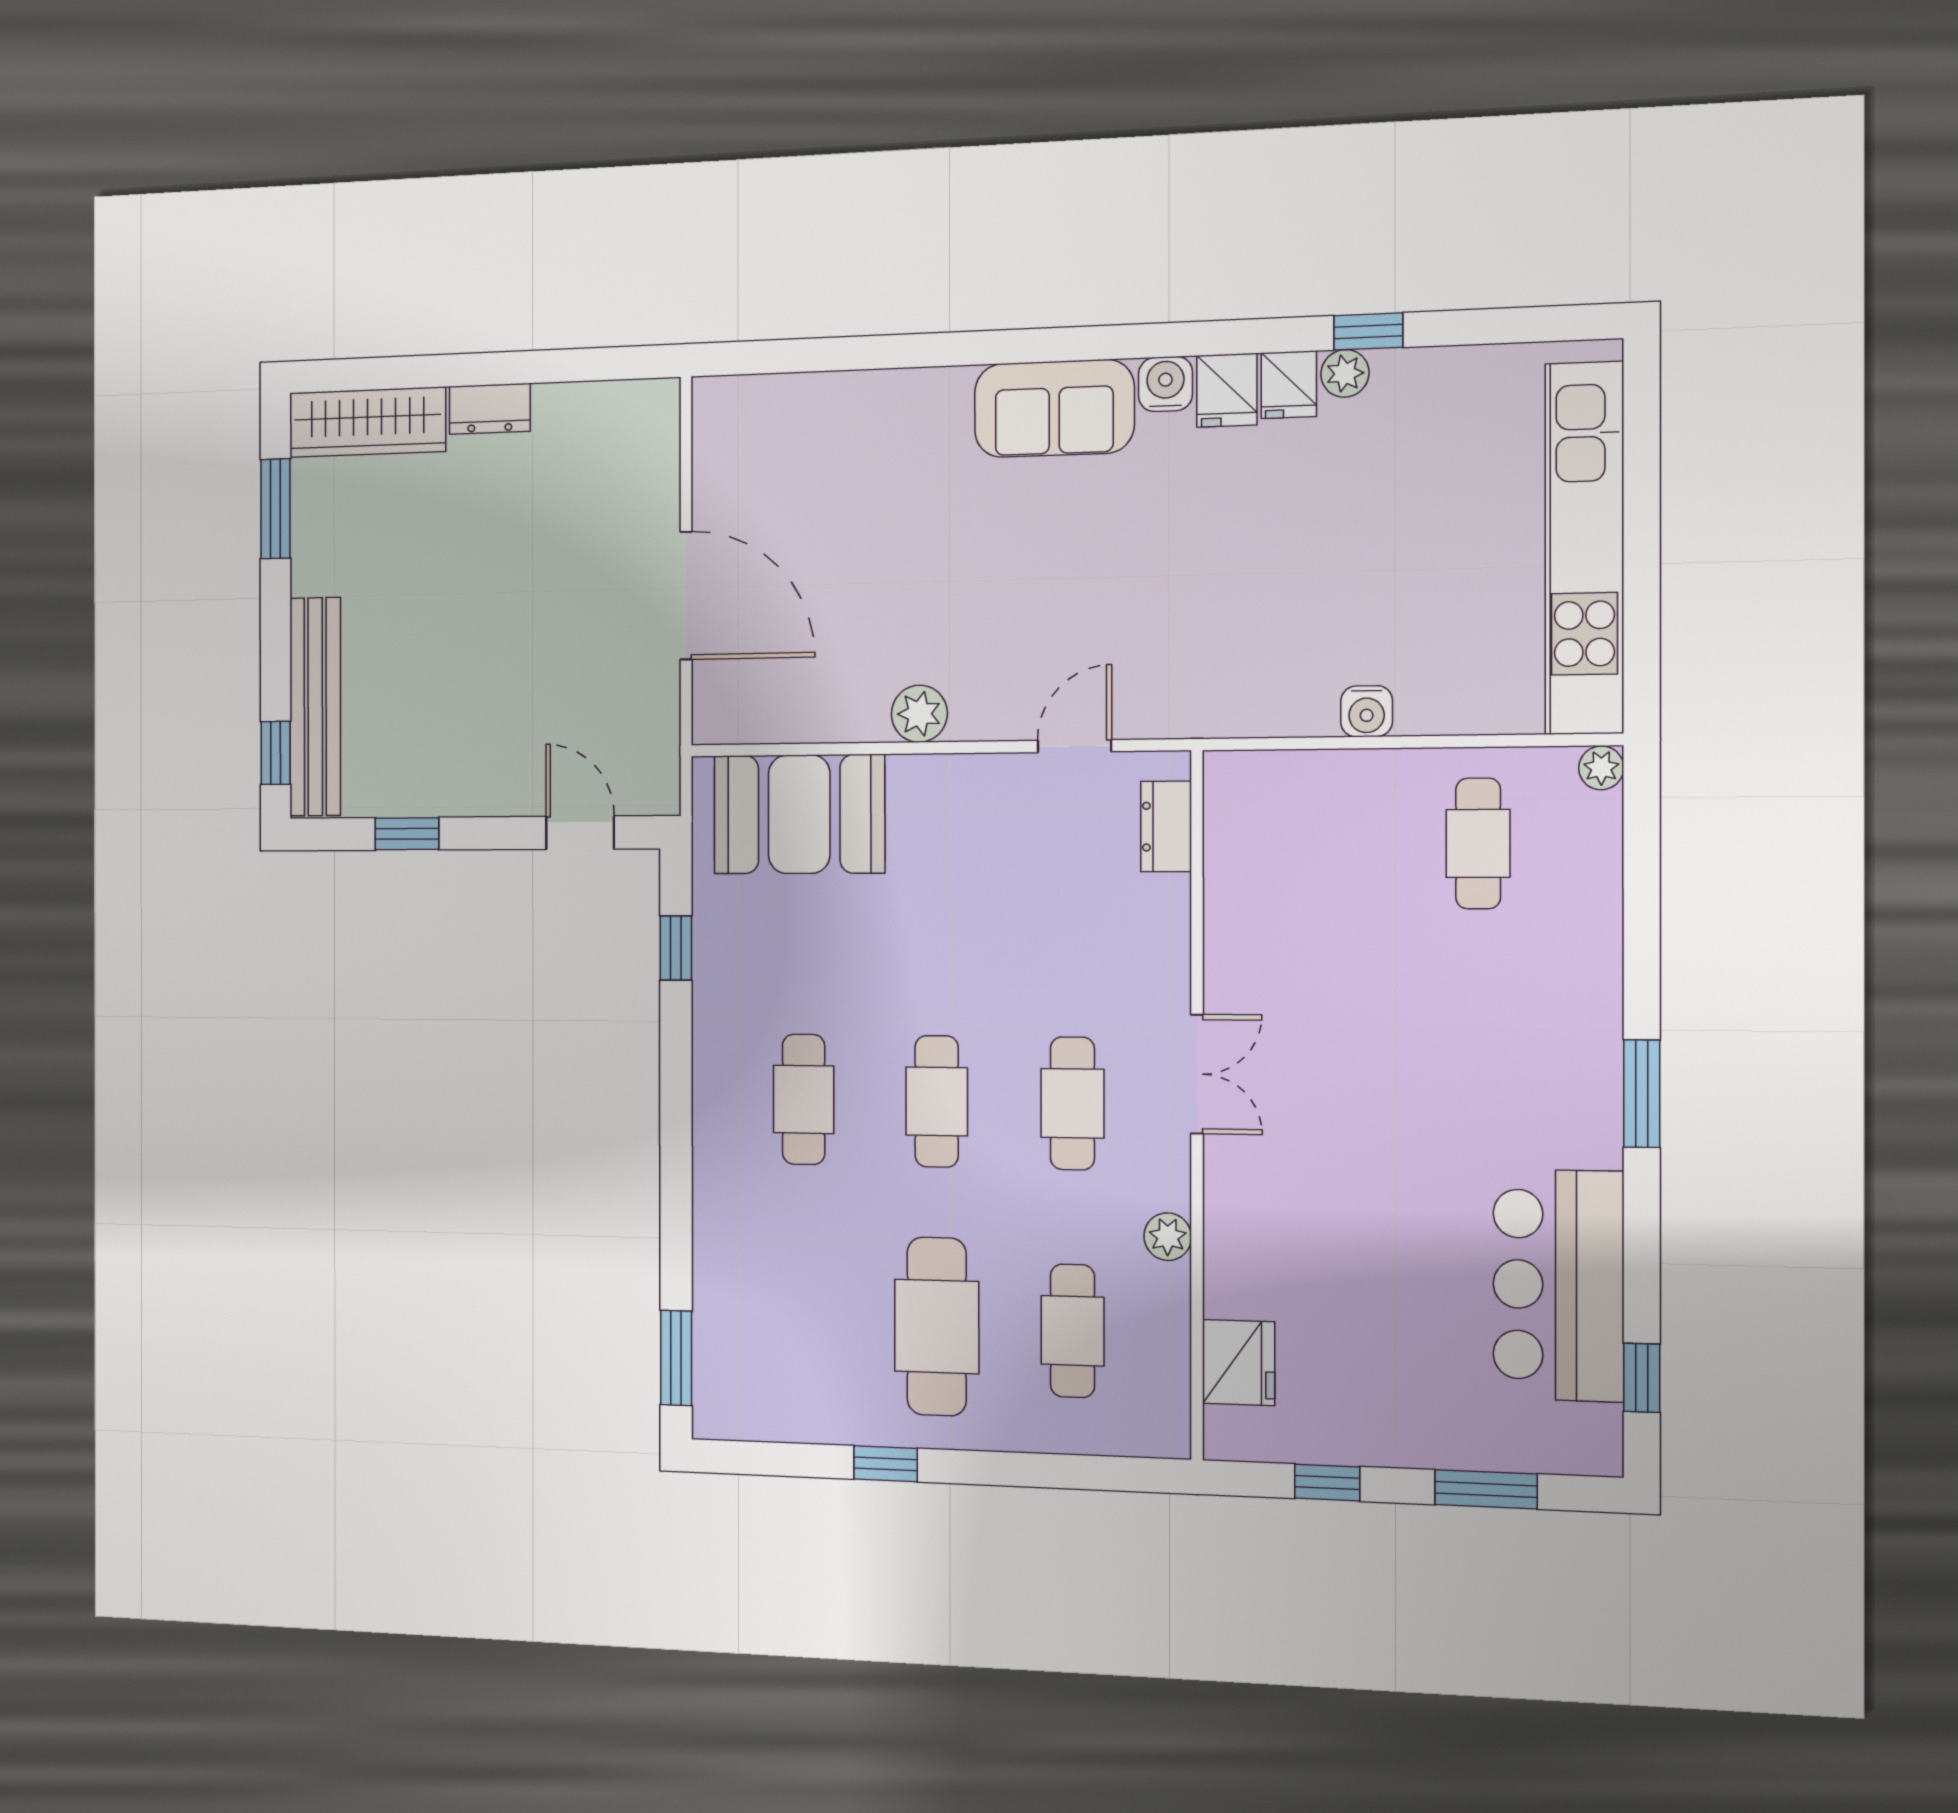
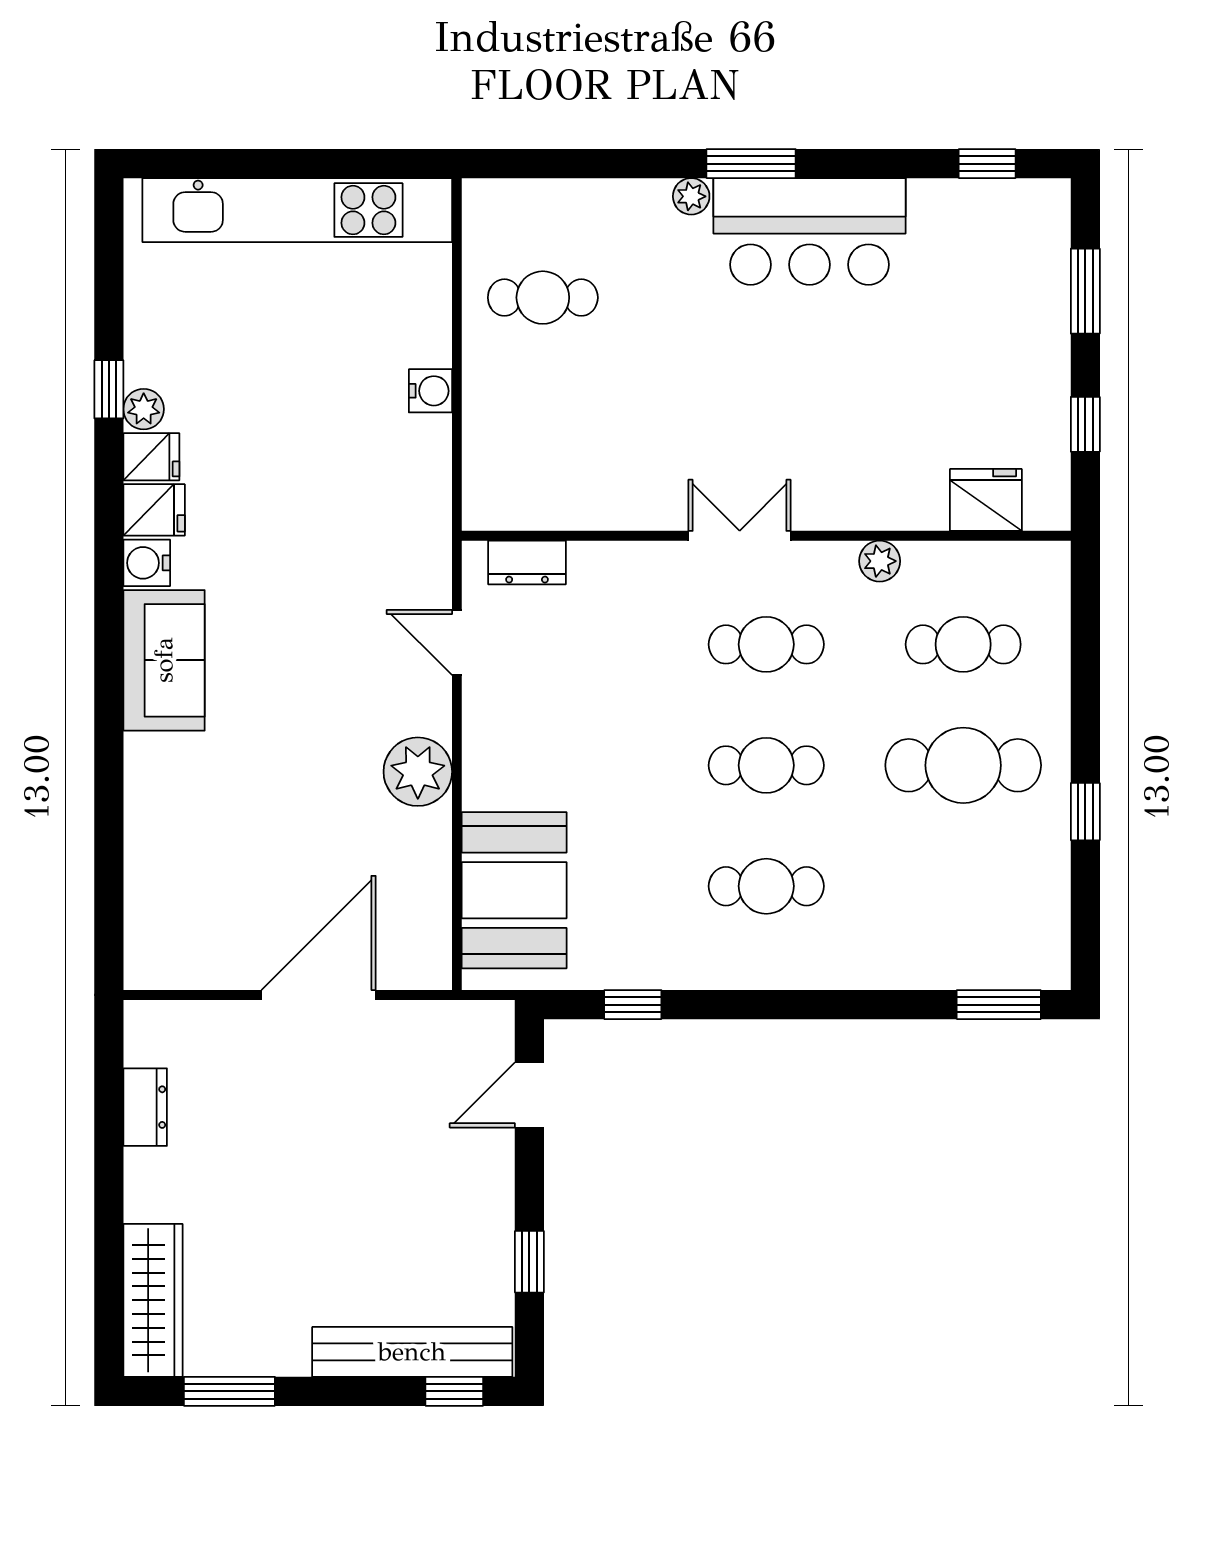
dresser: (490, 409) -> (145, 1107), moved
plant: (919, 714) -> (418, 772), width x1.36, depth x1.36
plant: (1601, 768) -> (691, 196), moved
bar counter: (1558, 1285) -> (809, 231), moved

